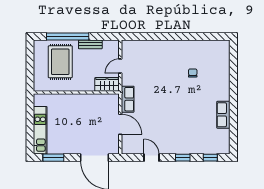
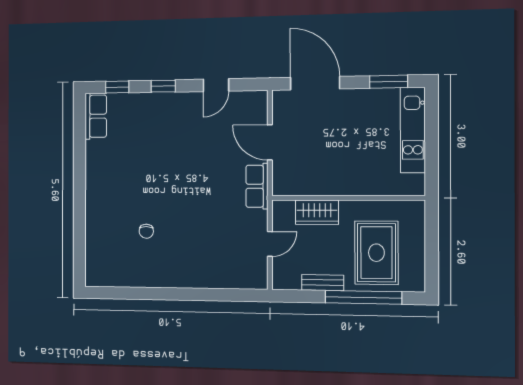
wardrobe: (107, 84) -> (317, 212), moved
row of seats: (223, 115) -> (96, 116), moved
door: (152, 158) -> (216, 85), hinge flipped

